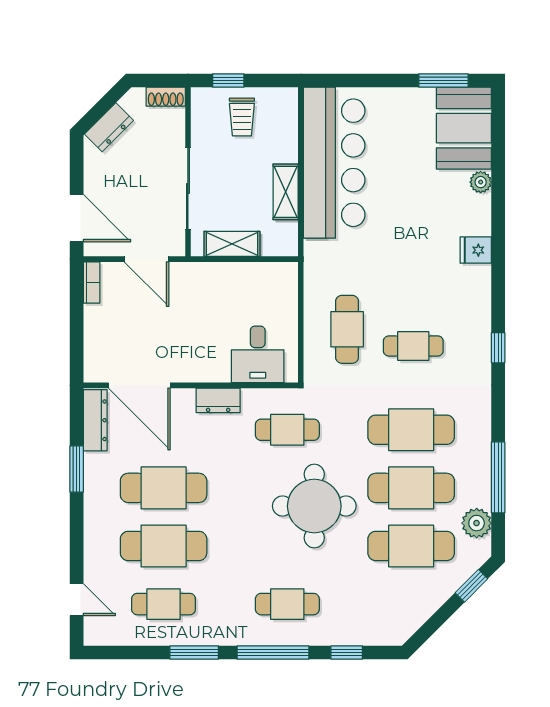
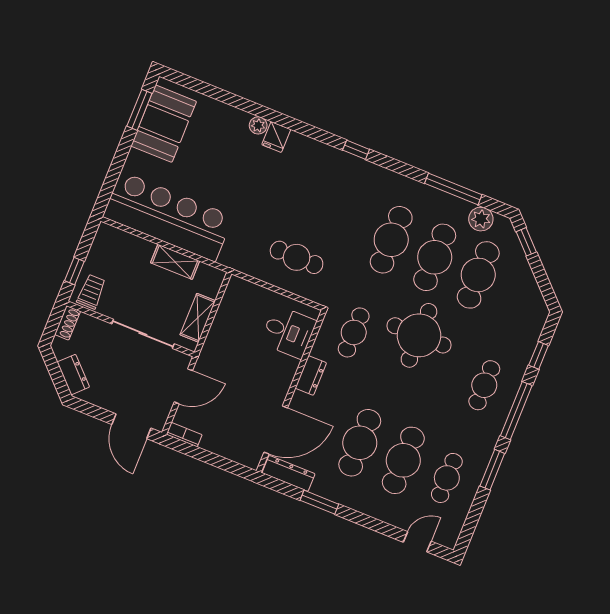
trolley: (242, 117) -> (91, 292), moved, turned -90
booth: (464, 128) -> (164, 124), moved, turned 90
plant: (481, 182) -> (258, 125), moved
door: (77, 218) -> (131, 426), swing flipped
cafe table: (413, 346) -> (329, 213), removed

